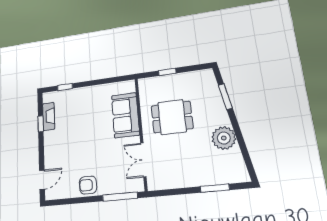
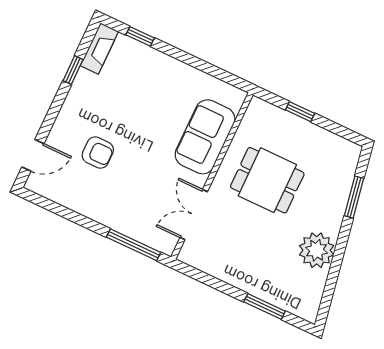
fireplace: (49, 116) -> (99, 49), moved
armchair: (88, 185) -> (98, 153), moved, turned 180

